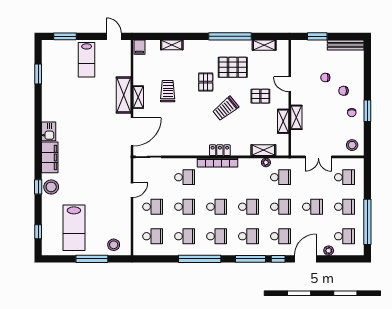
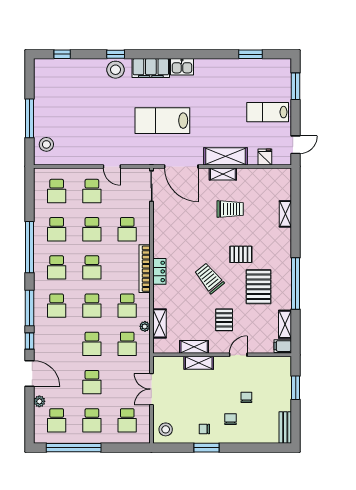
bench: (346, 45) -> (285, 428), width x0.73
filing cabinet: (139, 47) -> (283, 346), moved
fridge: (124, 62) -> (265, 157), added
lab bench: (74, 228) -> (162, 121), moved
school desk: (281, 236) -> (127, 306), moved

